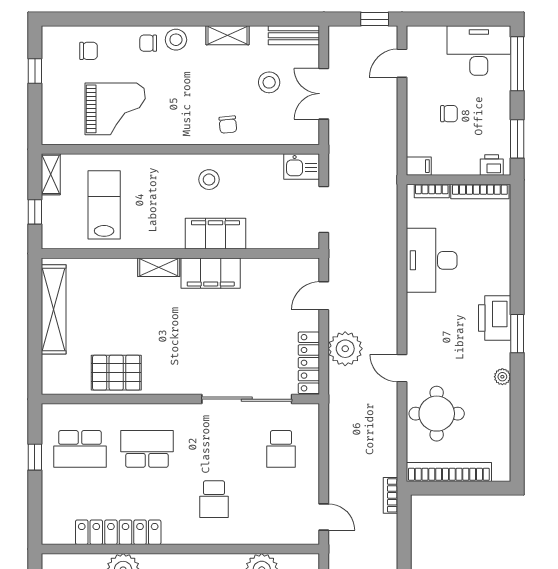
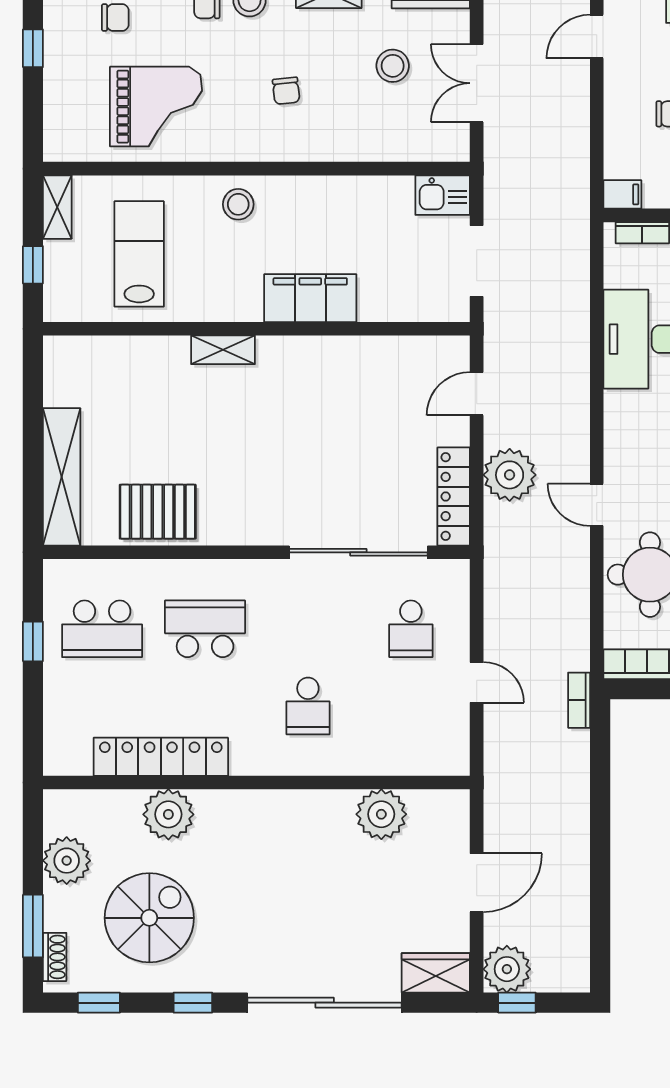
chair: (228, 125) -> (286, 91), moved
stool: (209, 180) -> (238, 204), moved
filing cabinet: (211, 273) -> (303, 359), removed
shelving: (54, 309) -> (62, 477), moved
door: (324, 517) -> (477, 682), moved

